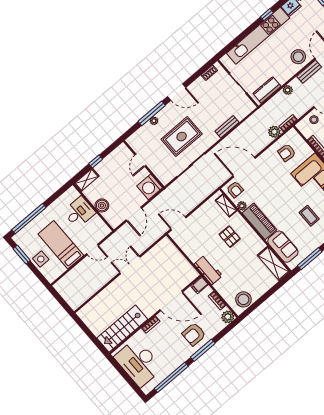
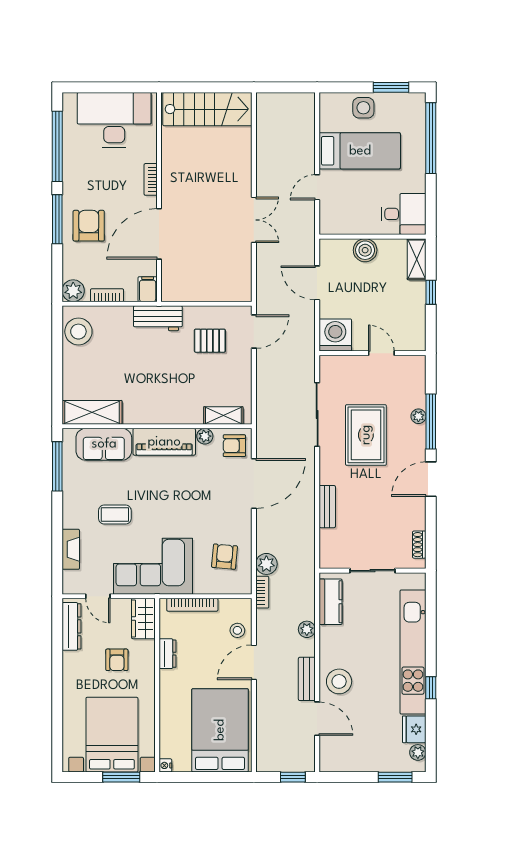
desk: (79, 212) -> (404, 214), moved, turned -90
pallet: (230, 237) -> (210, 341), moved
stairs: (122, 329) -> (207, 109), moved, turned 90

